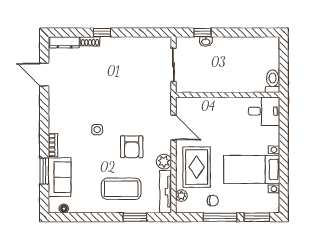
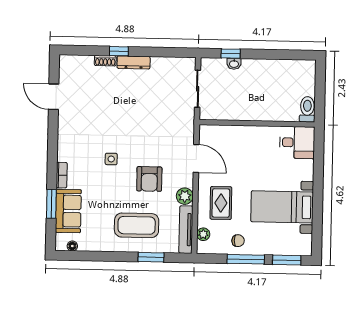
dresser: (65, 42) -> (134, 62), moved
rug: (197, 167) -> (221, 203), width x0.73, depth x0.70

